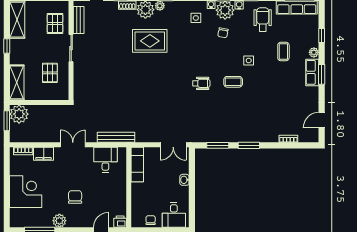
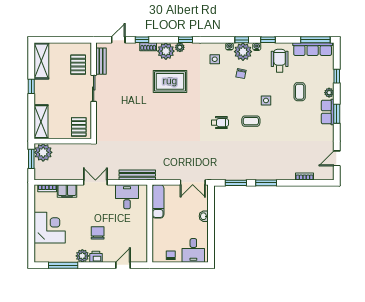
pallet: (50, 73) -> (79, 127), moved
printer: (120, 222) -> (96, 257), moved

